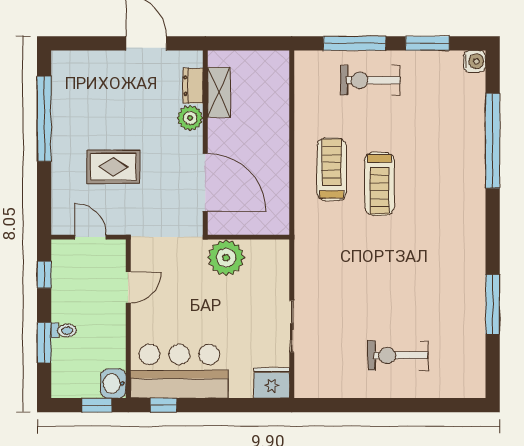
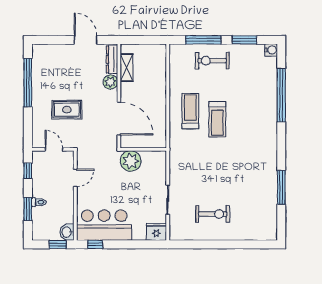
dresser: (193, 86) -> (112, 59), width x1.44
exercise bike: (398, 356) -> (213, 214), moved, turned 180

